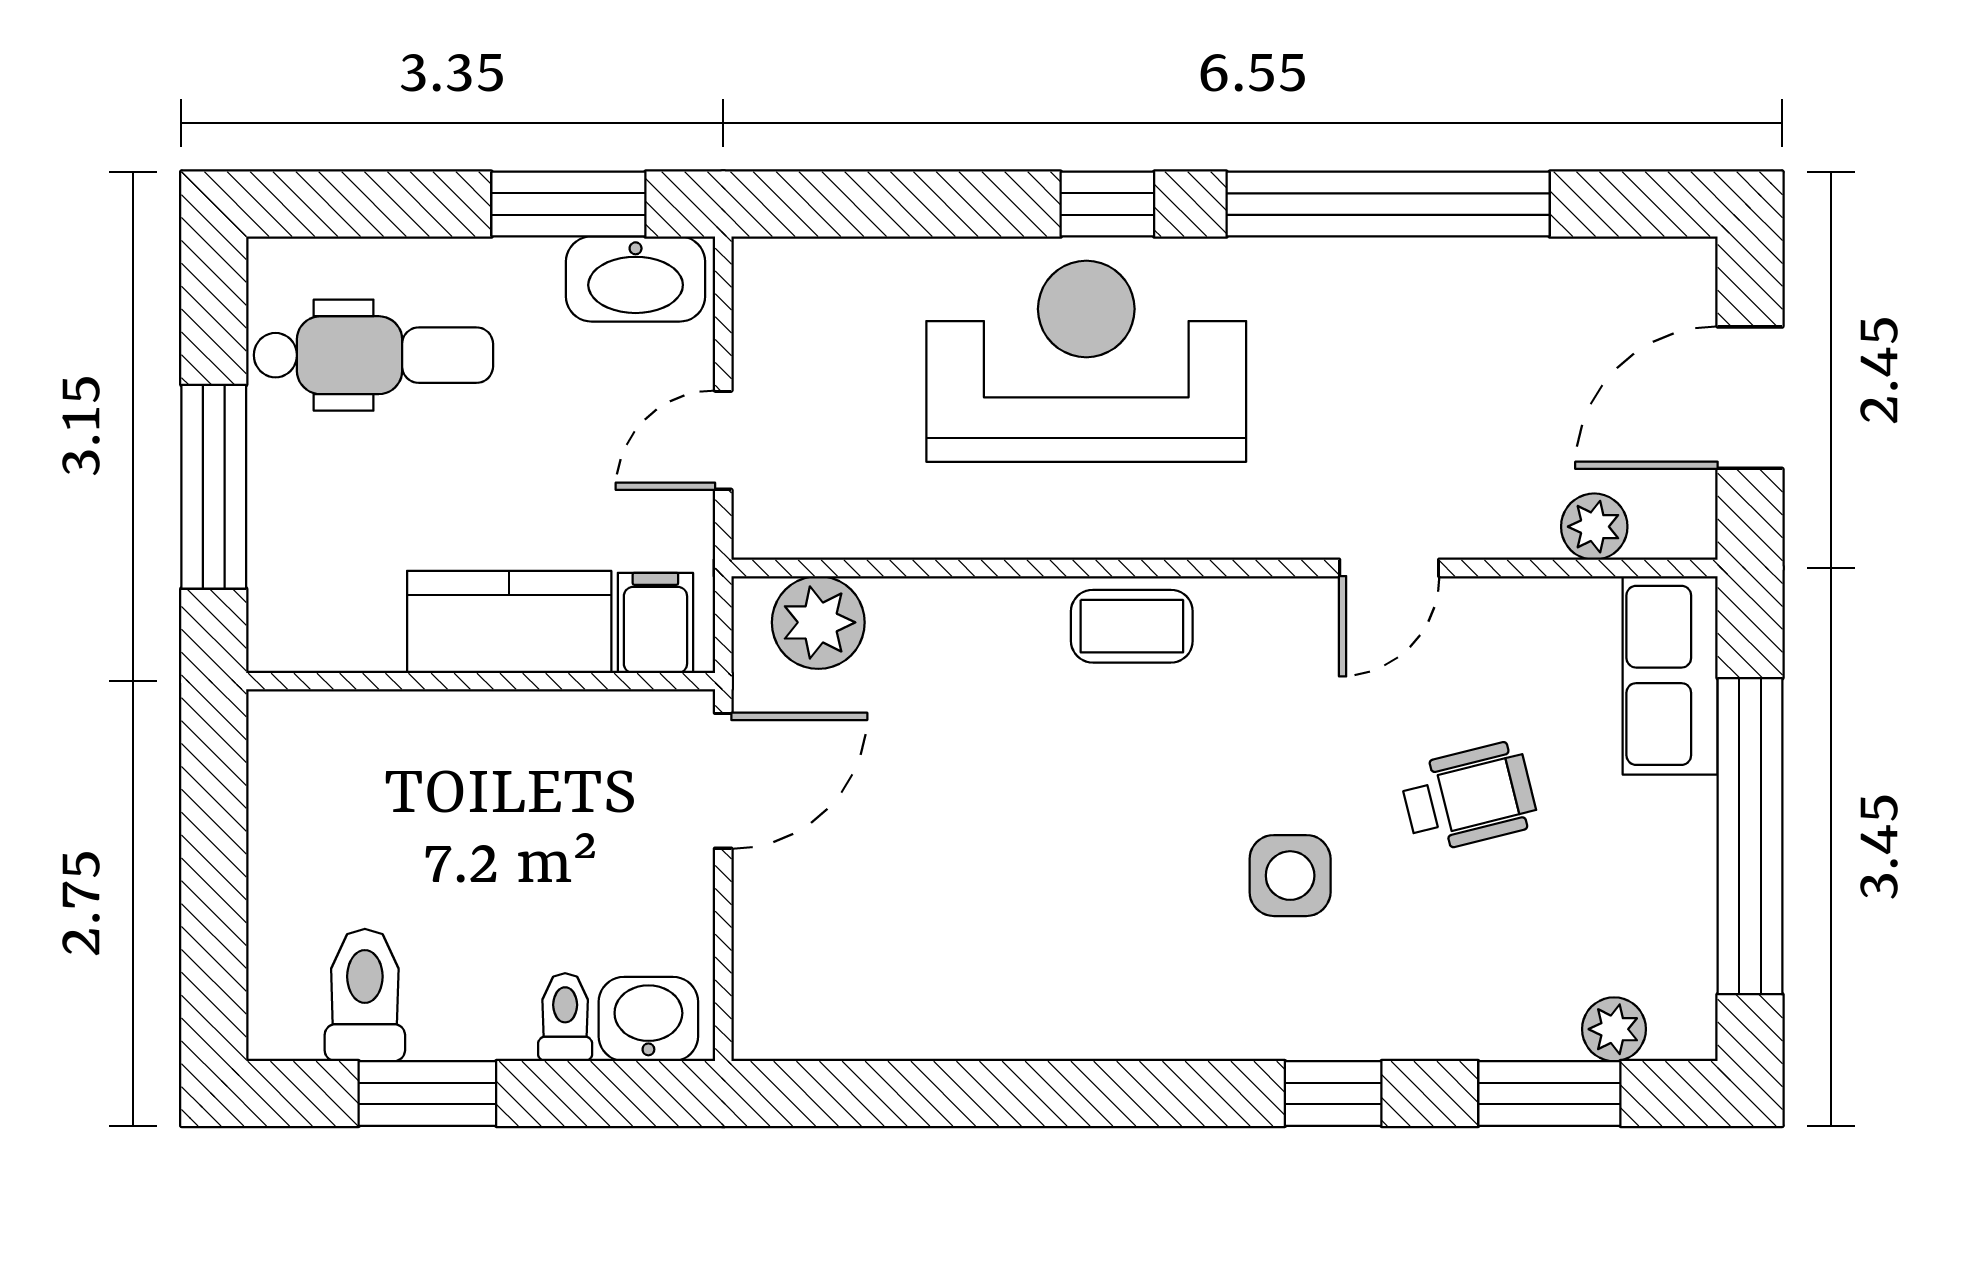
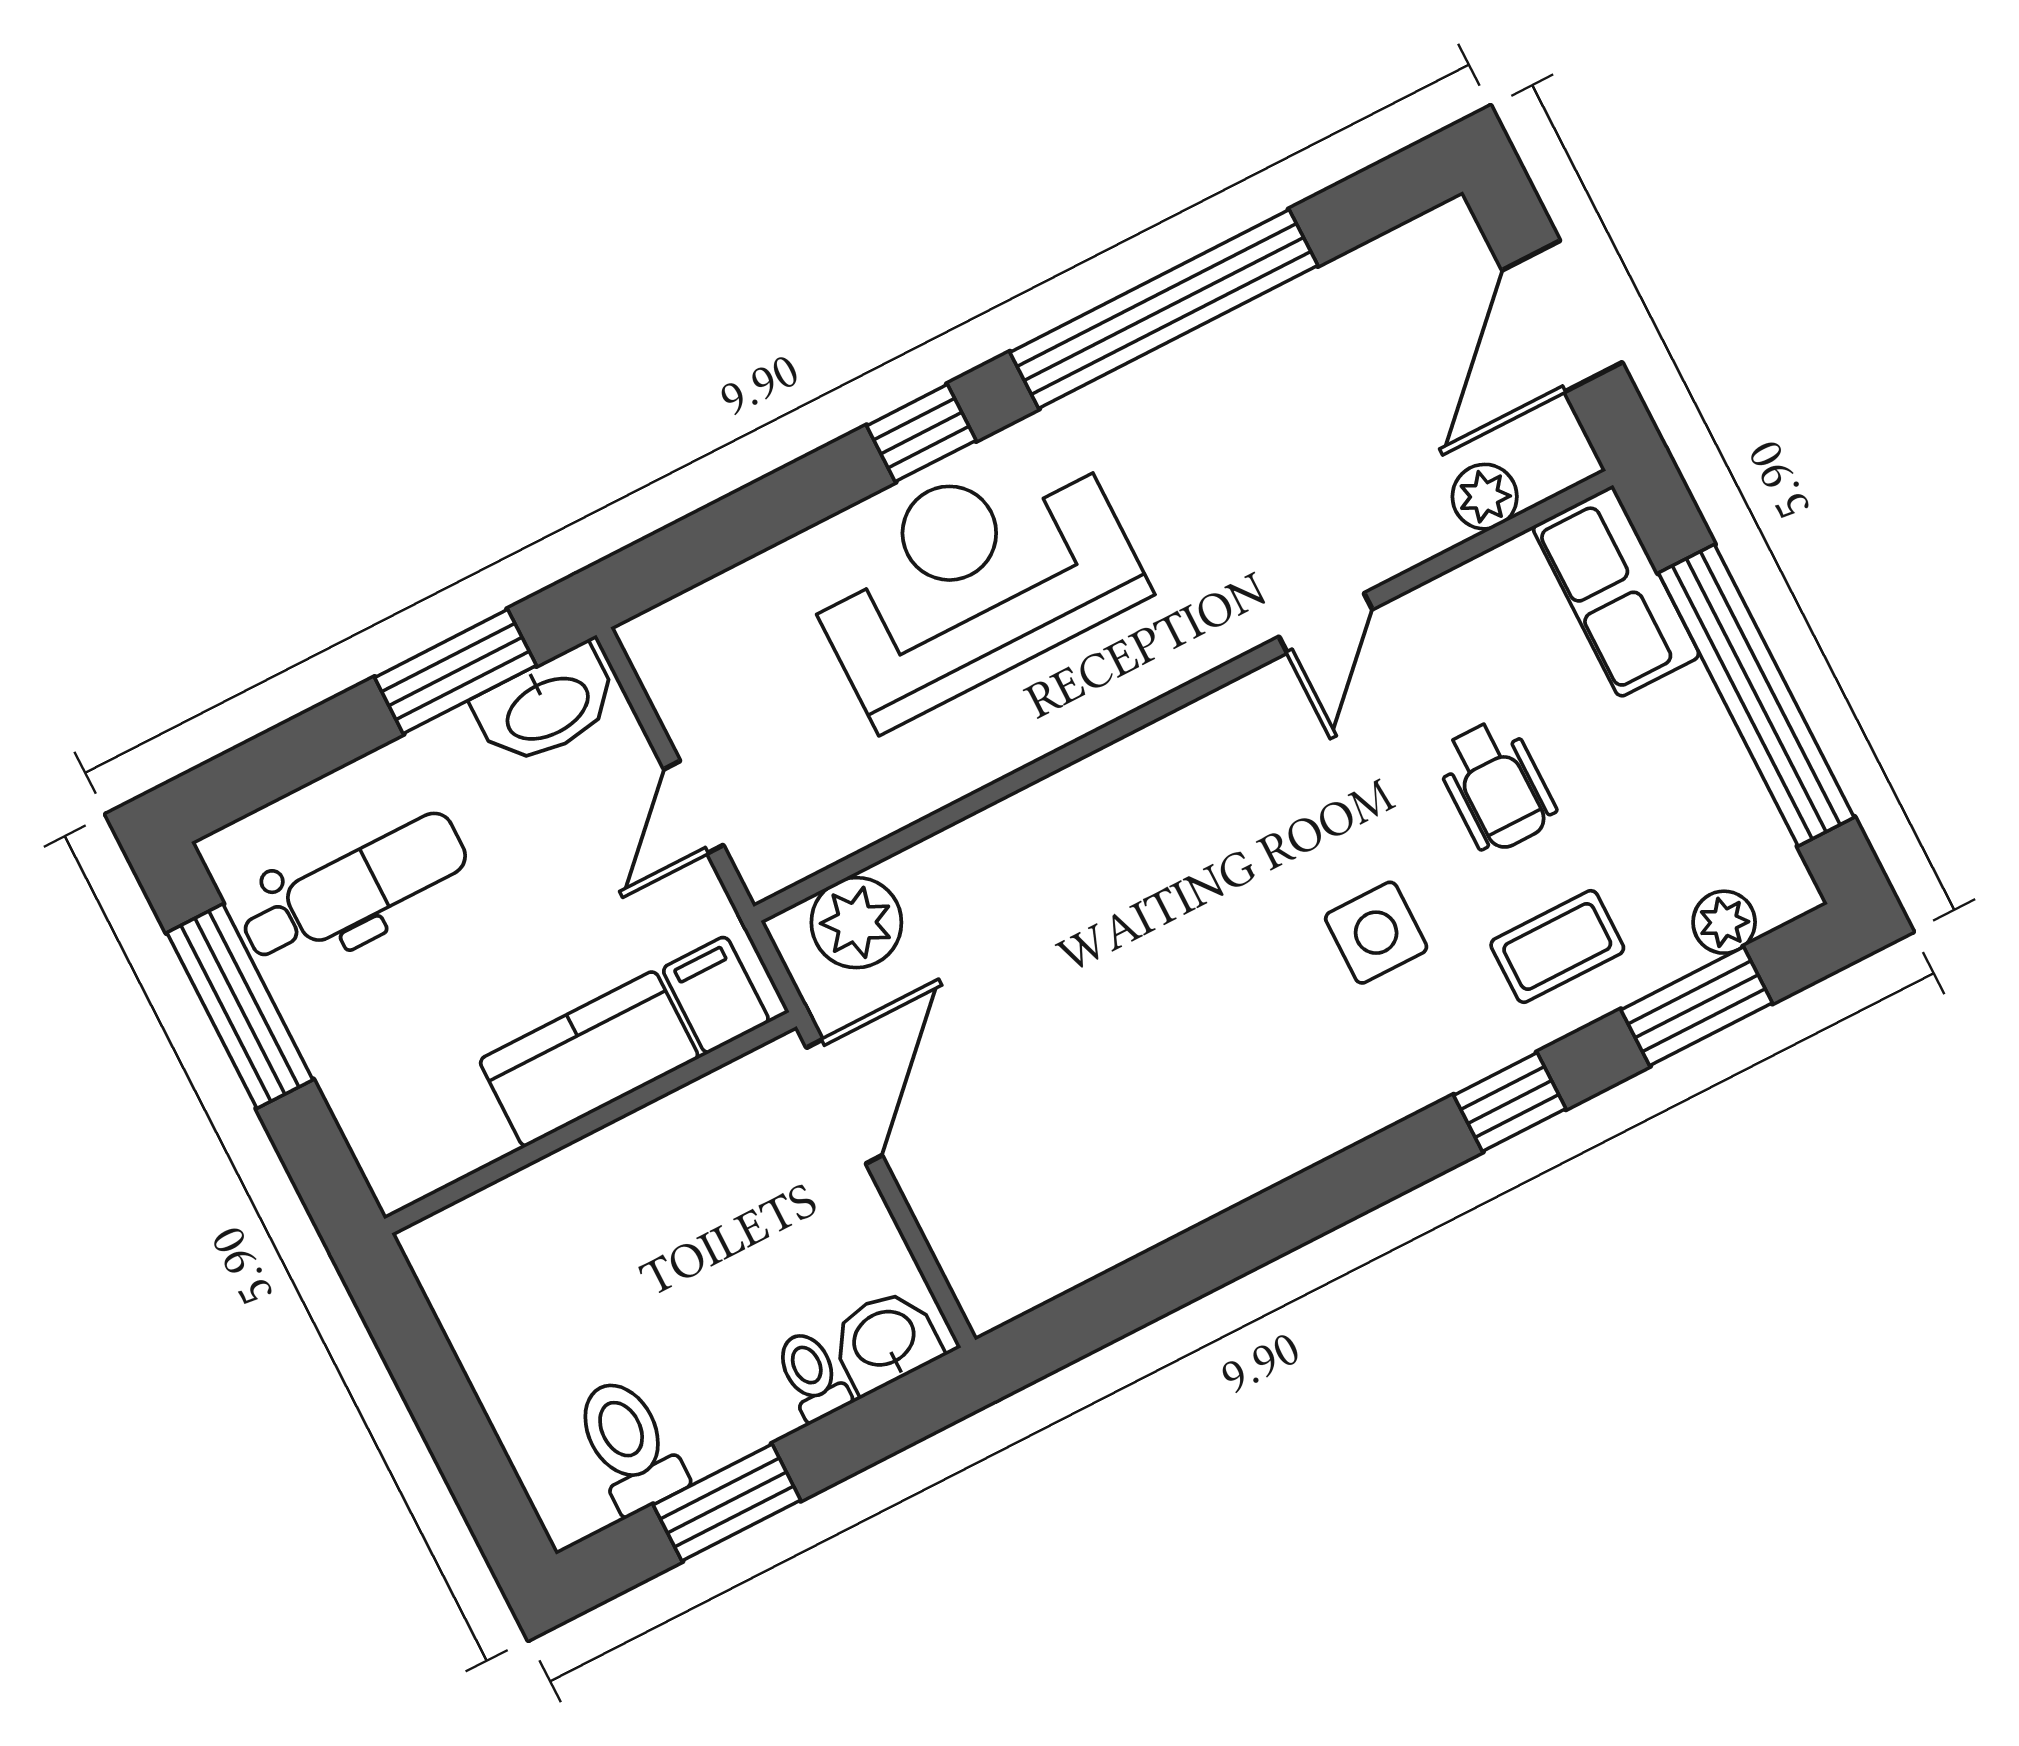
window: (214, 487) -> (240, 1006), moved
coffee table: (1132, 626) -> (1557, 946), moved
wheelchair: (1469, 797) -> (1496, 786), turned 104

